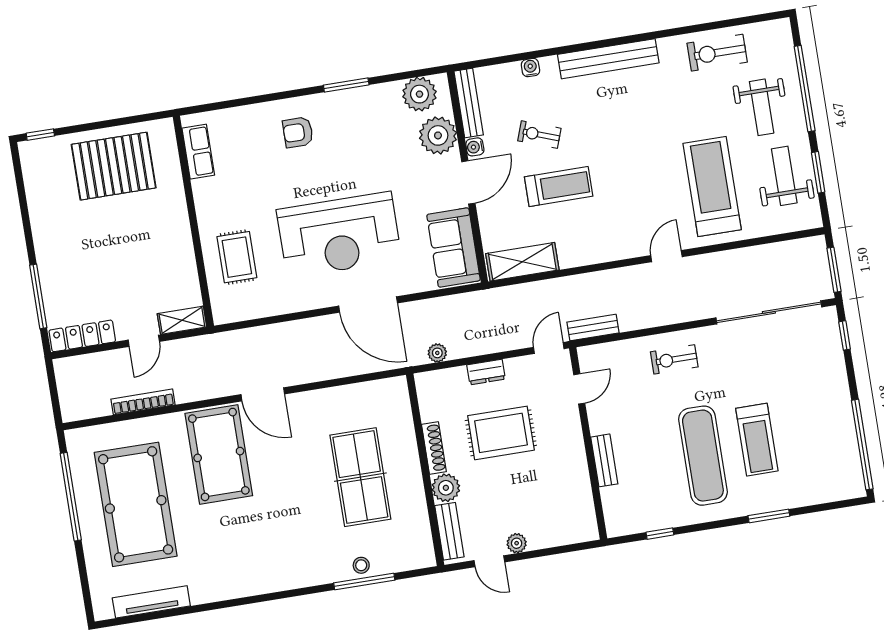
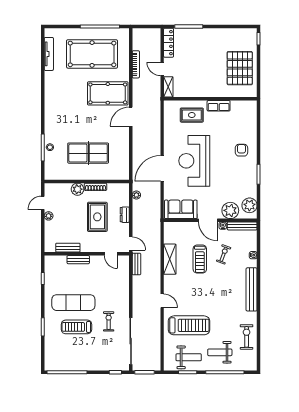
row of seats: (198, 152) -> (219, 106), moved
shelving: (522, 262) -> (170, 259), moved
exercise bike: (674, 359) -> (109, 321), moved
bench: (449, 531) -> (68, 248), moved

